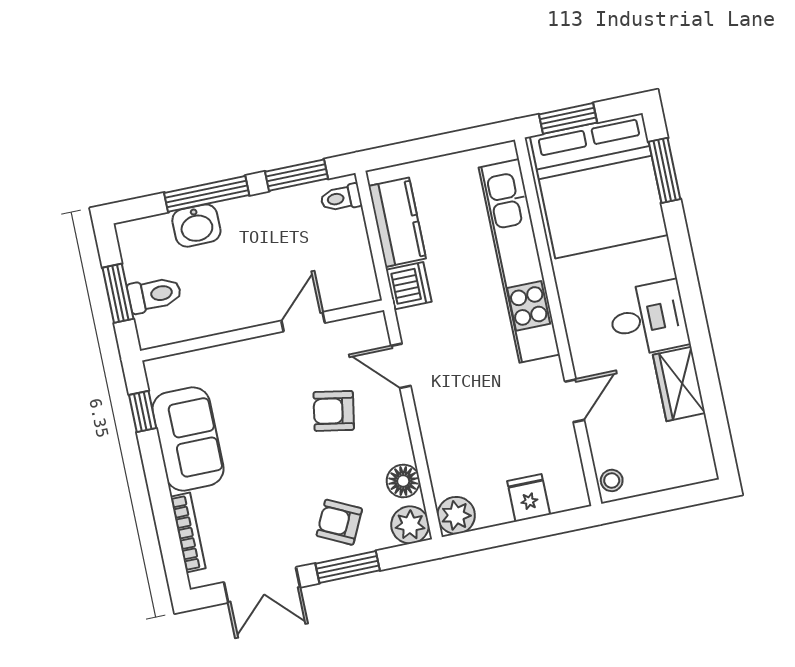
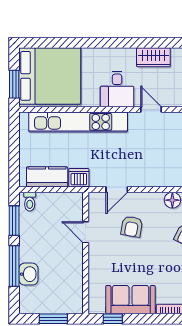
window: (665, 170) -> (49, 43), removed
toilet: (154, 295) -> (57, 301), removed
desk: (648, 319) -> (117, 89), moved, turned 180

